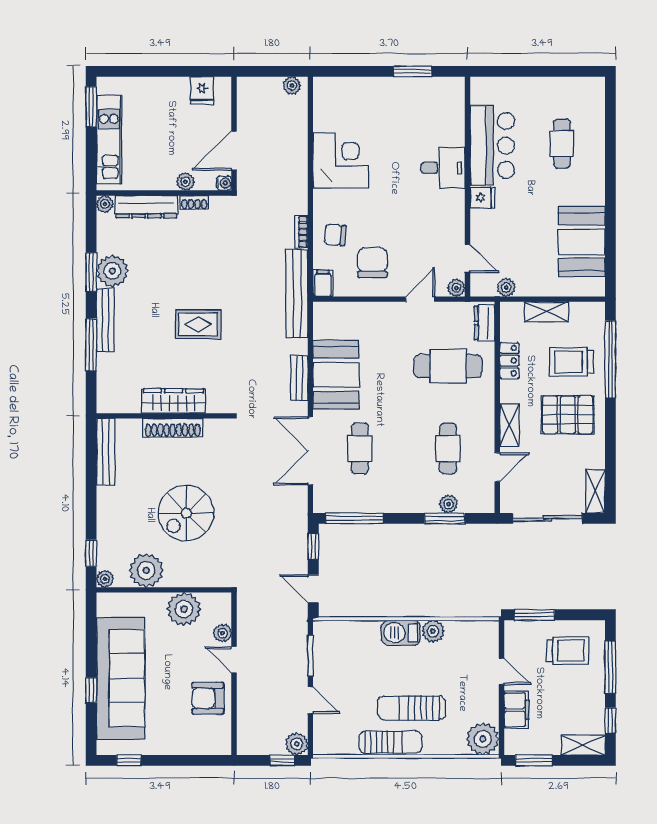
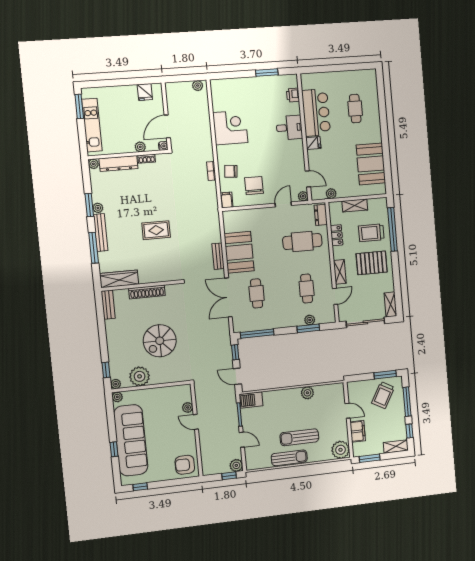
printer: (454, 113) -> (293, 95), added
plant: (112, 271) -> (98, 208), width x0.53, depth x0.53
bench: (297, 294) -> (212, 207), removed
wardrobe: (174, 401) -> (119, 279), moved
bench: (106, 452) -> (108, 305), width x0.73
plant: (184, 609) -> (117, 397), moved, width x0.53, depth x0.53
window: (535, 615) -> (385, 375), moved
barbecue: (401, 633) -> (251, 400), moved
trolley: (568, 651) -> (383, 395), turned 119
armchair: (208, 698) -> (185, 465), moved

